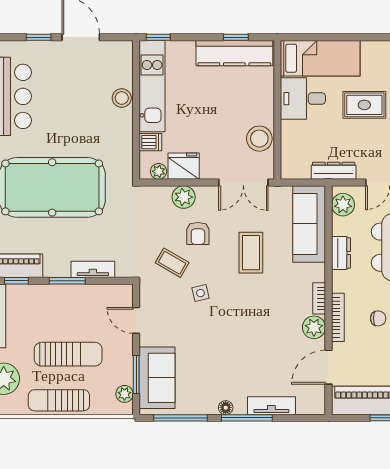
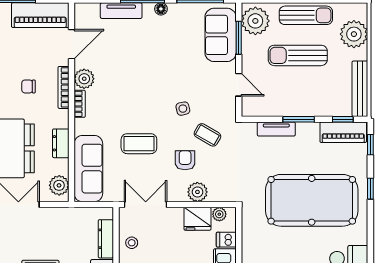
stool: (259, 139) -> (132, 243), width x0.53, depth x0.53
dresser: (334, 171) -> (106, 239), moved, turned 90
coffee table: (251, 253) -> (139, 144), turned 90
plant: (124, 394) -> (255, 21), width x1.88, depth x1.88

